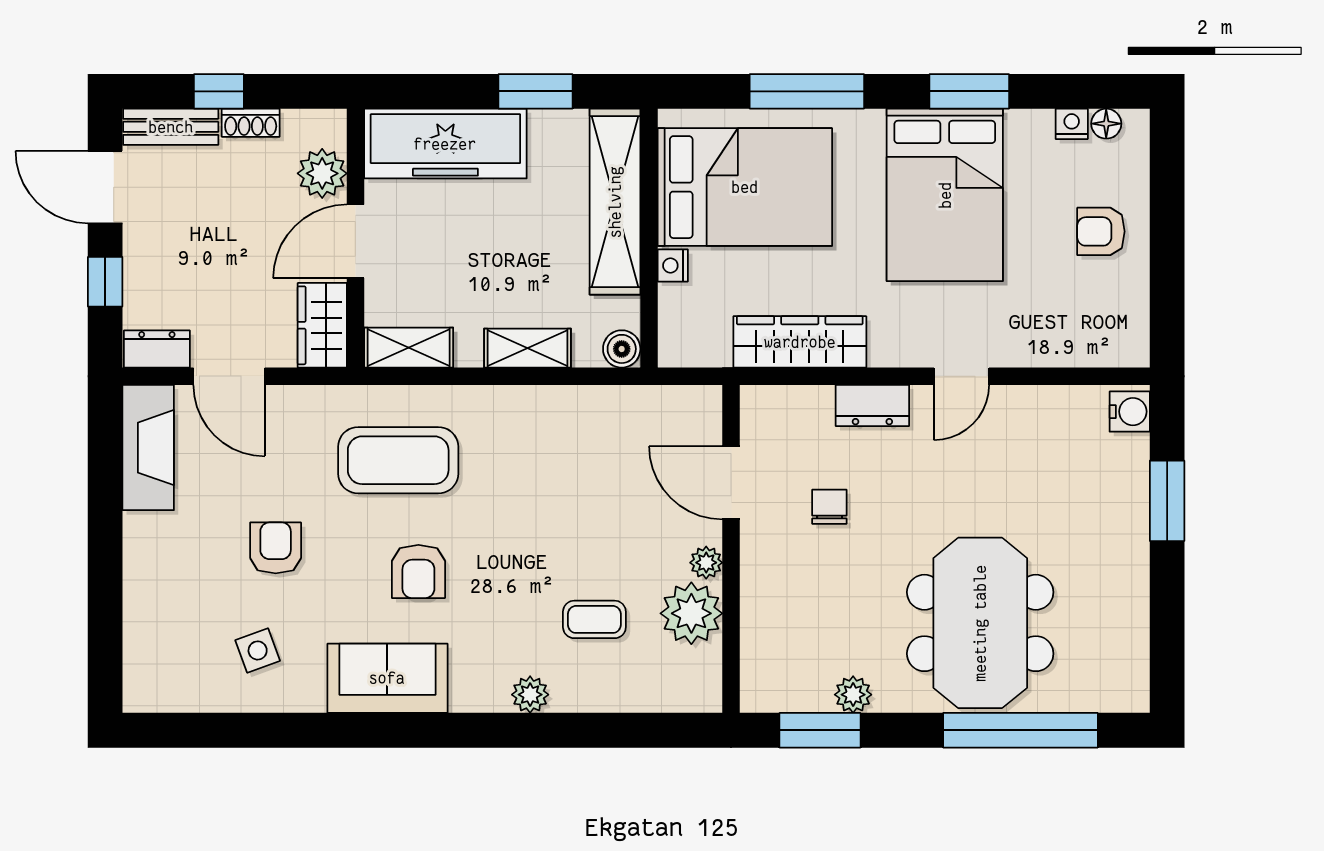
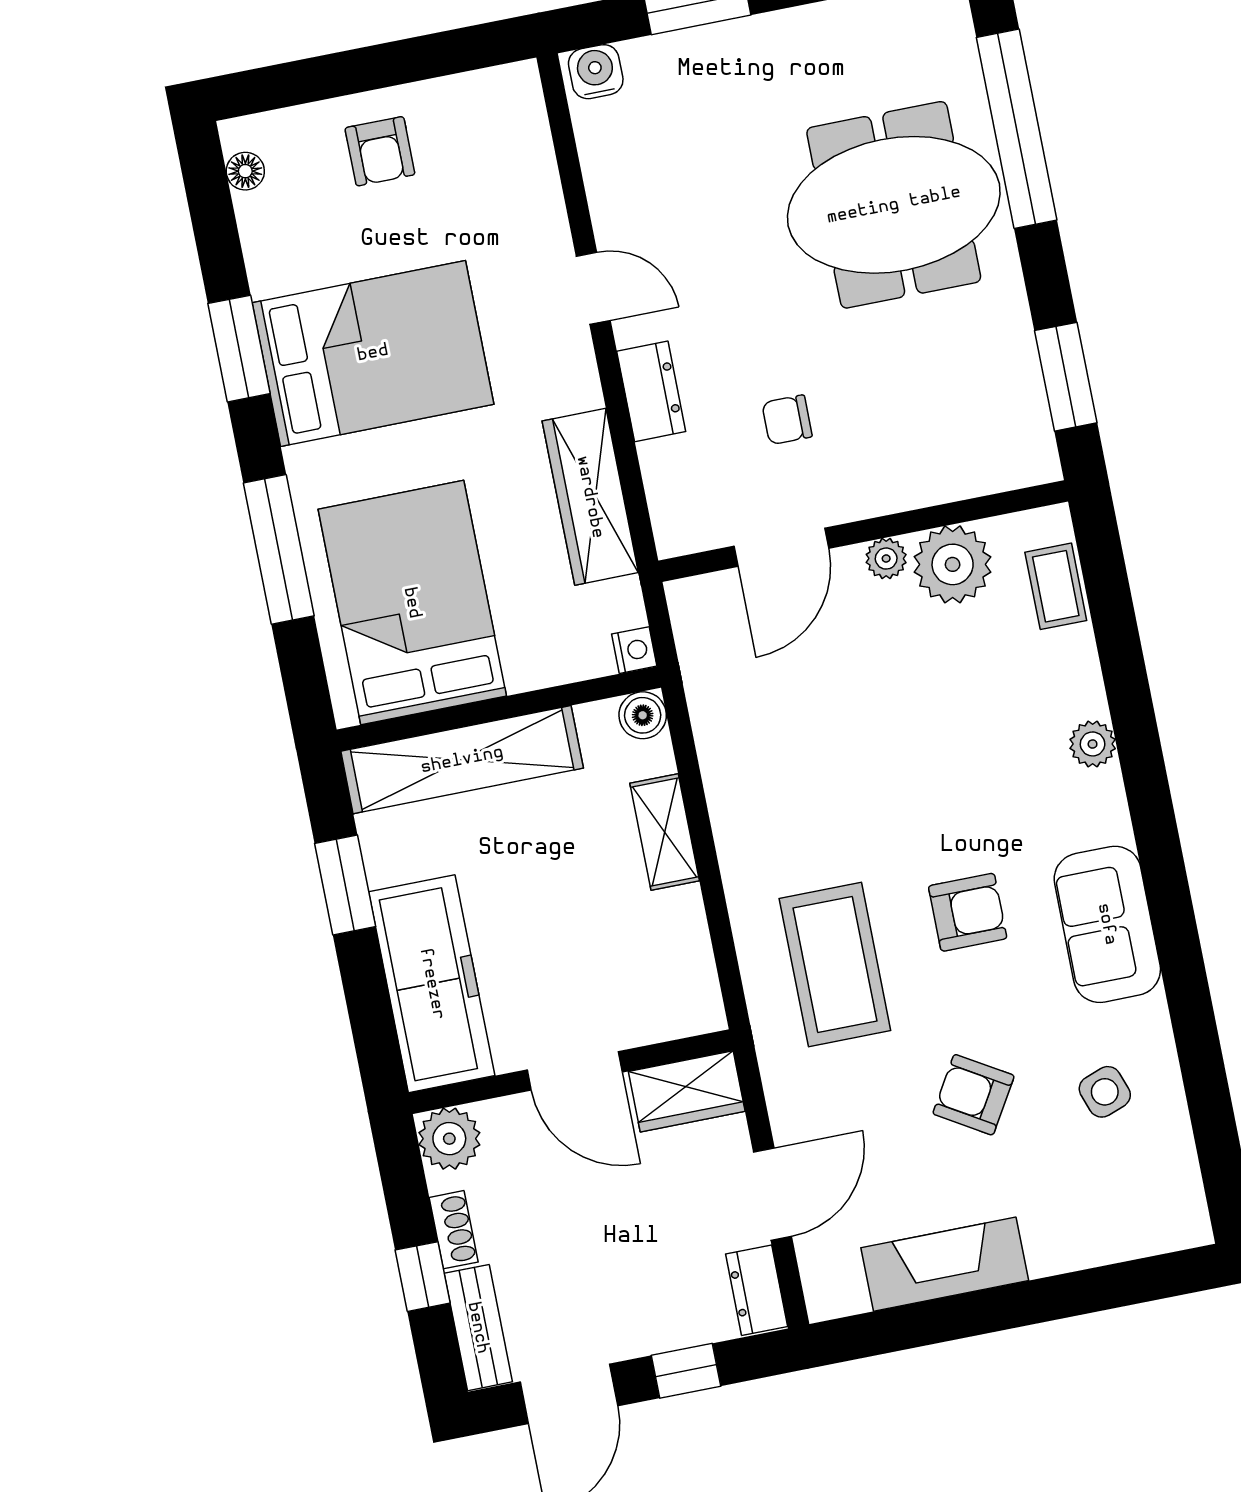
nightstand: (1072, 124) -> (254, 214), removed
plant: (322, 173) -> (449, 1139), moved
nightstand: (673, 266) -> (634, 650), moved, turned -90
shelving: (409, 348) -> (693, 979), removed
fireplace: (148, 448) -> (945, 1264), moved
armchair: (276, 548) -> (974, 1095), turned 31
coffee table: (594, 619) -> (1056, 586), moved
plant: (853, 695) -> (1013, 344), removed

